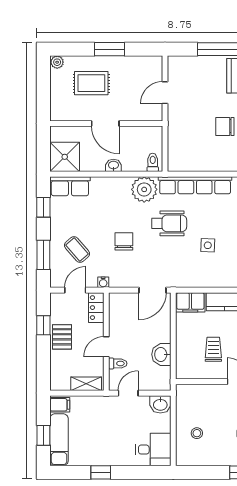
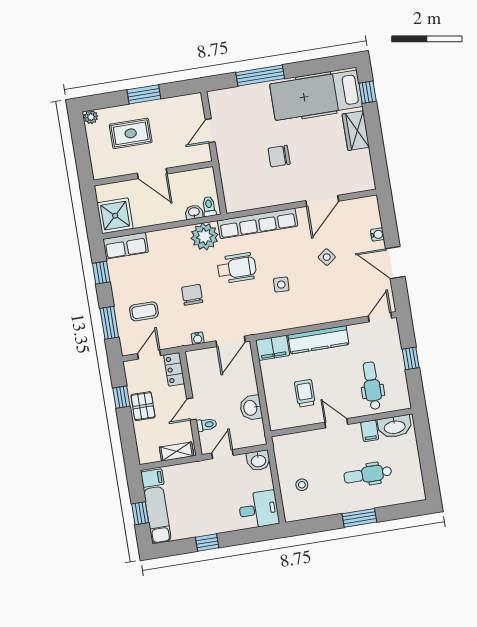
washbasin: (113, 165) -> (194, 212), moved
coffee table: (77, 250) -> (144, 311), turned -49
water cooler: (103, 282) -> (198, 338), moved

